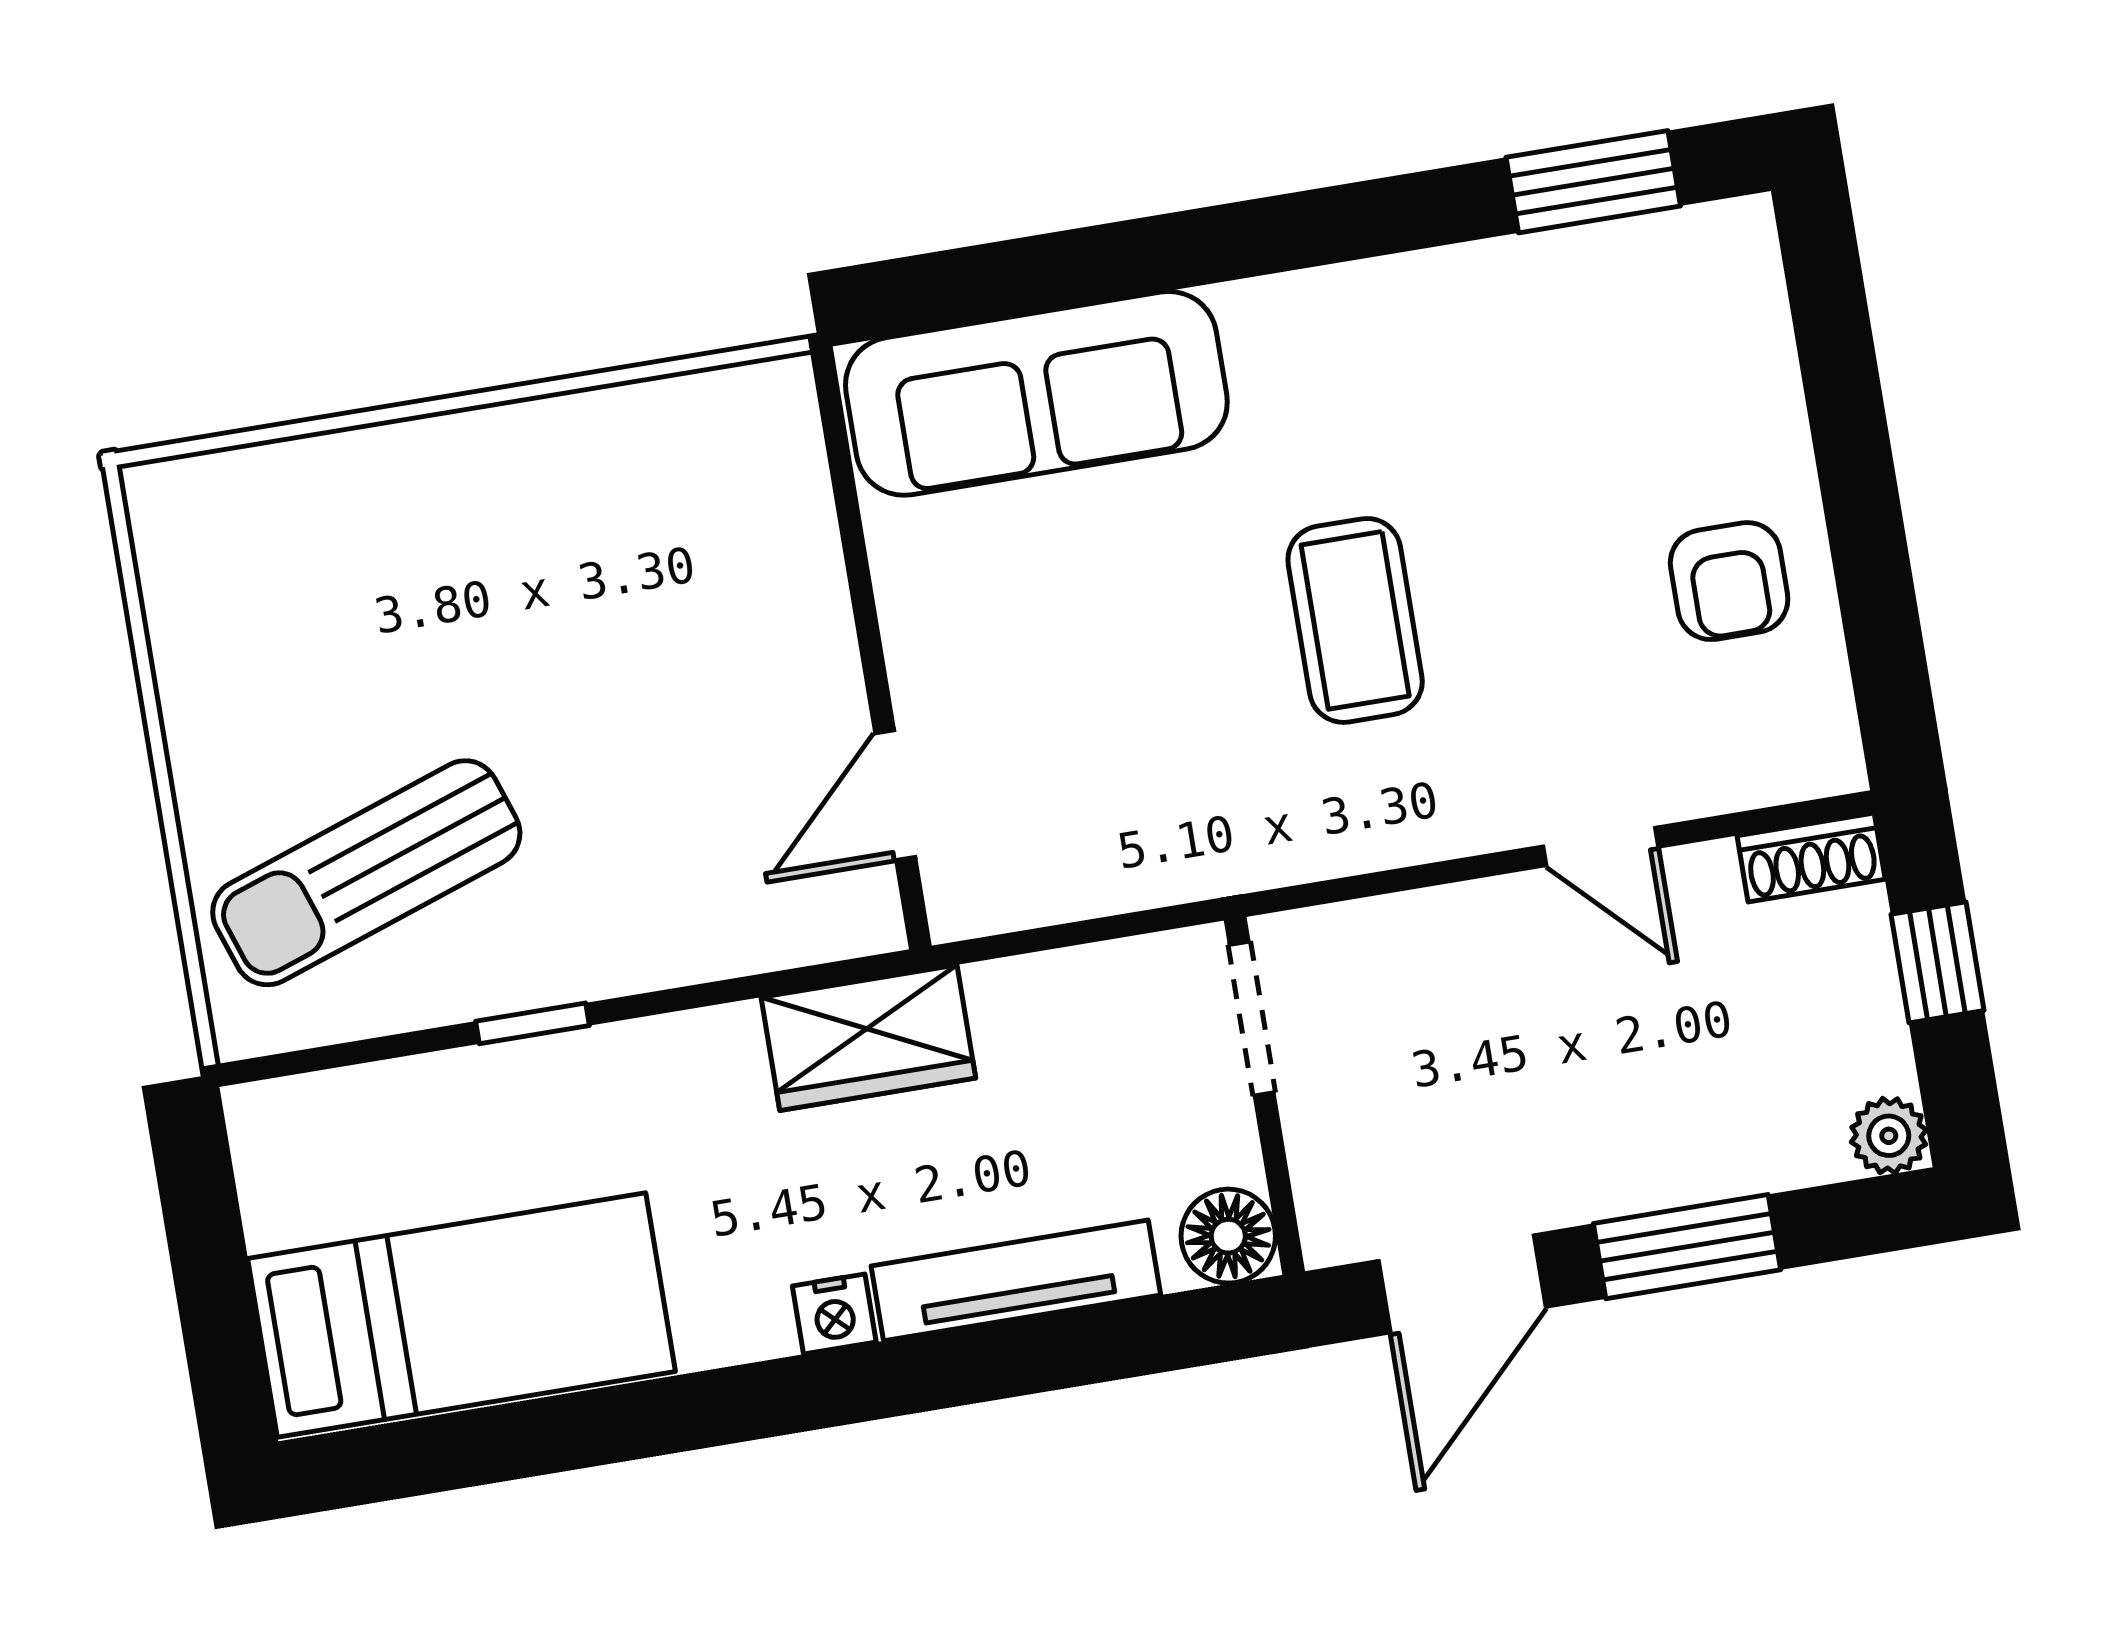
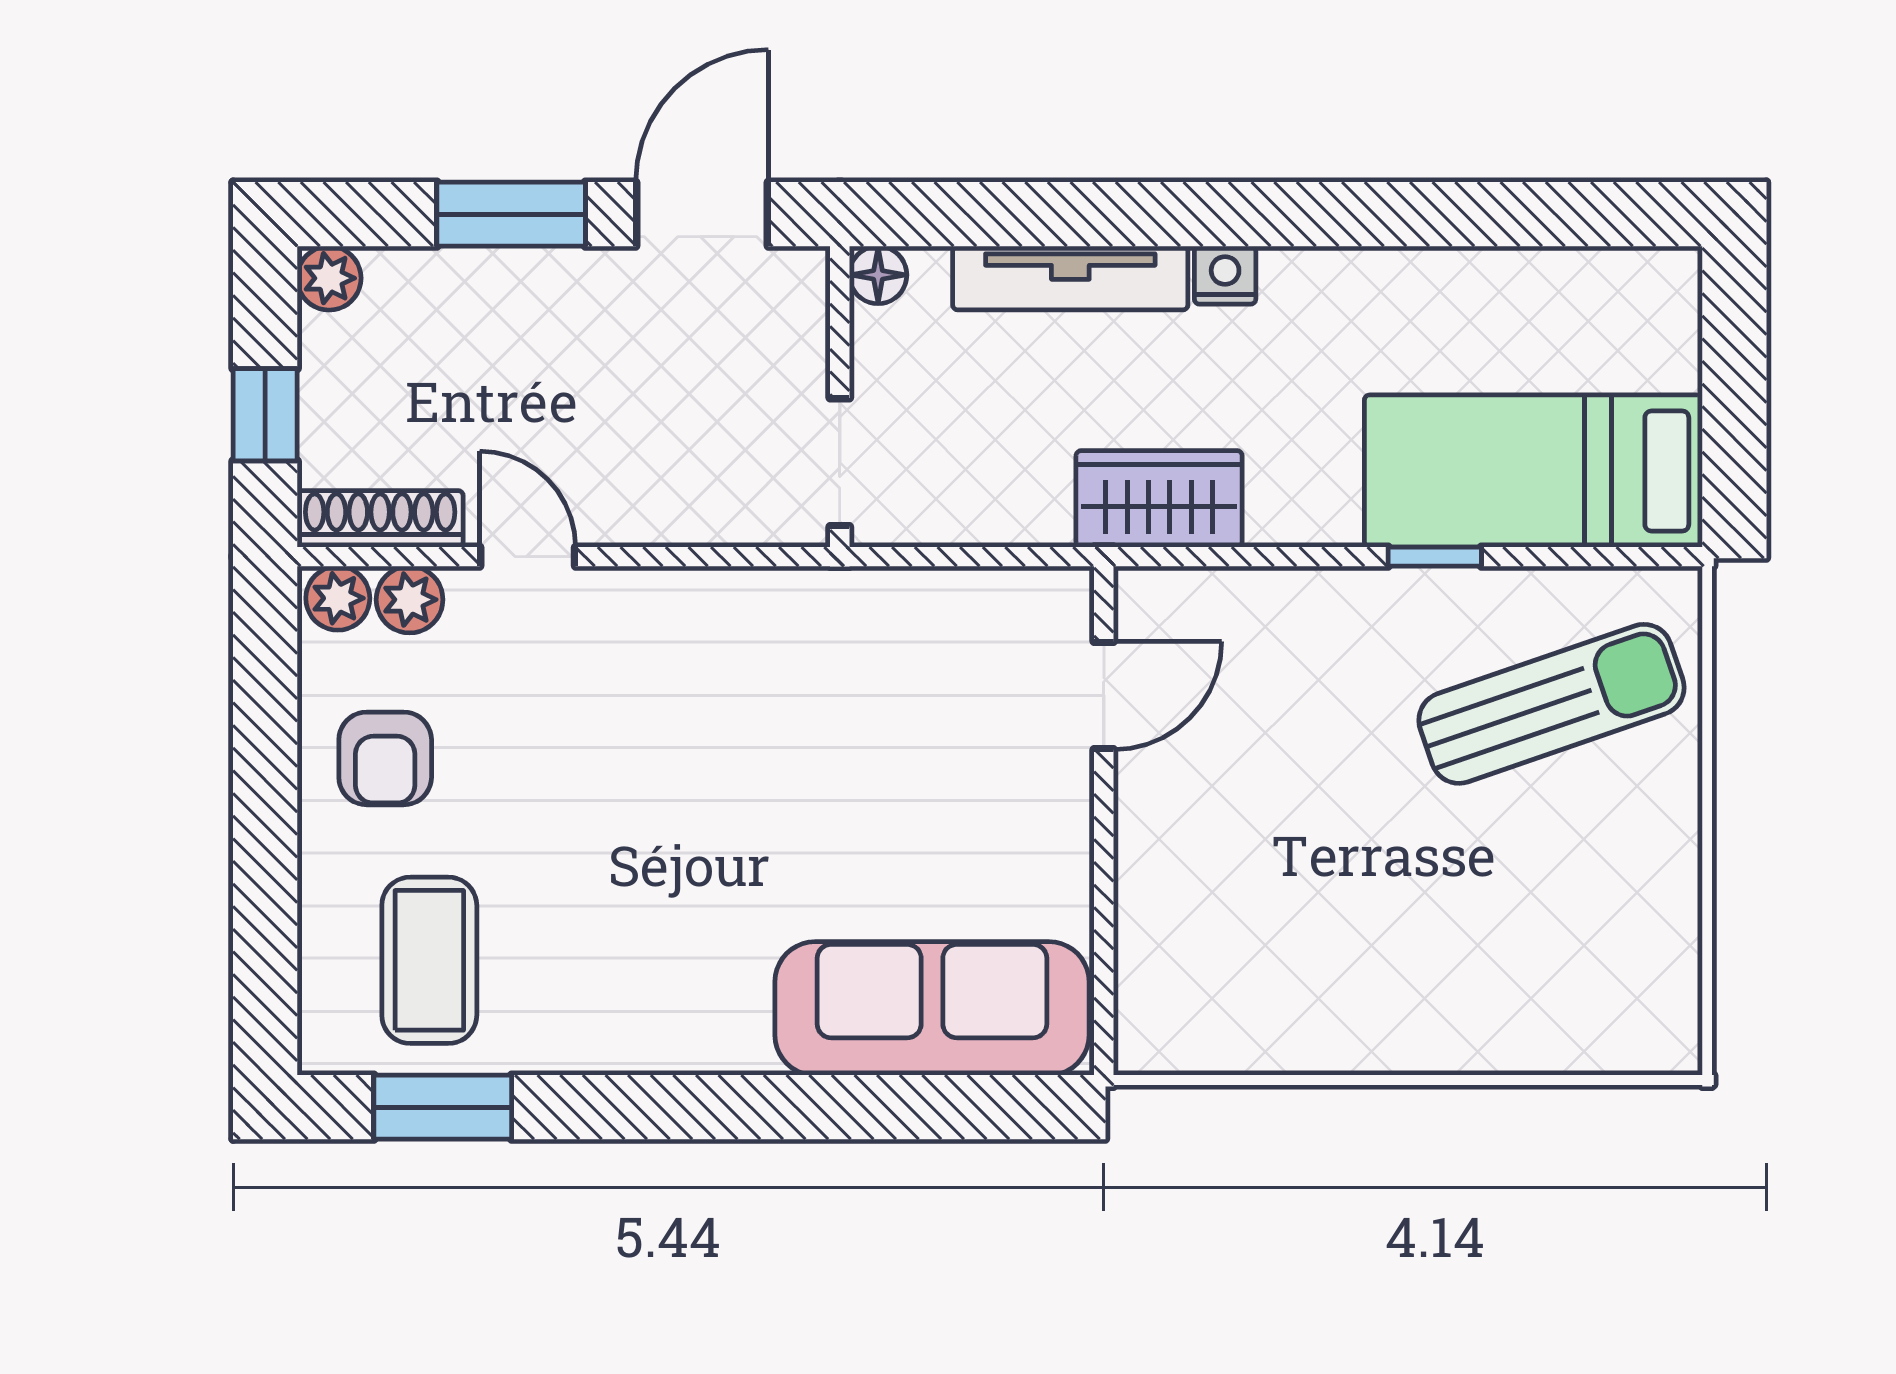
armchair: (1729, 581) -> (385, 758), turned 180
coffee table: (1355, 620) -> (429, 960), moved
plant: (1816, 761) -> (338, 598), added
plant: (1731, 773) -> (410, 600), added
shoe rack: (1811, 857) -> (380, 519), width x1.43
floor lamp: (1228, 1236) -> (878, 275), width x0.73, depth x0.73
bed: (461, 1315) -> (1533, 471), moved

